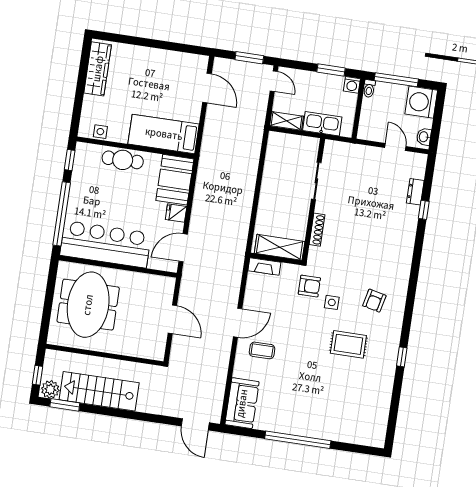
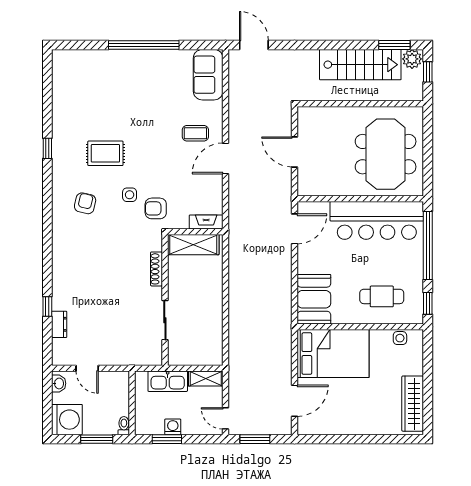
window: (396, 80) -> (97, 439), width x0.69
washing machine: (352, 85) -> (173, 427), moved
door: (207, 88) -> (295, 401), swing flipped
bed: (164, 134) -> (333, 354), width x1.50
cafe table: (123, 160) -> (382, 296), moved
fridge: (176, 213) -> (307, 264), removed

